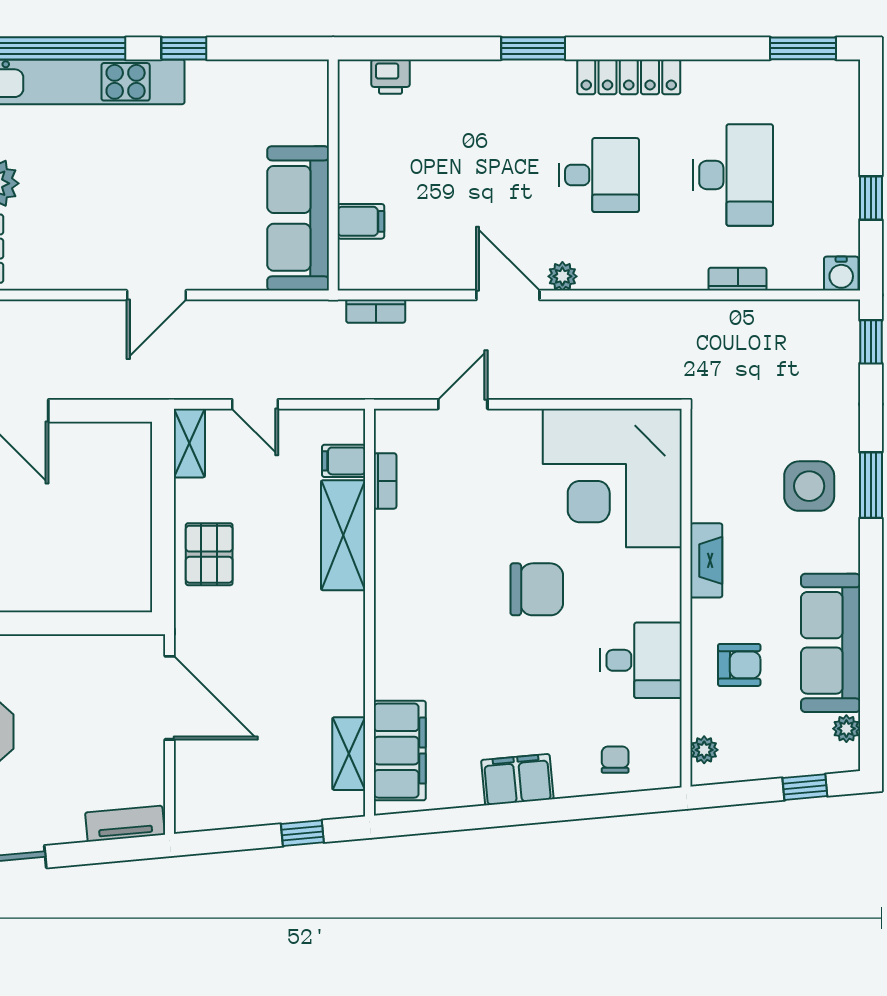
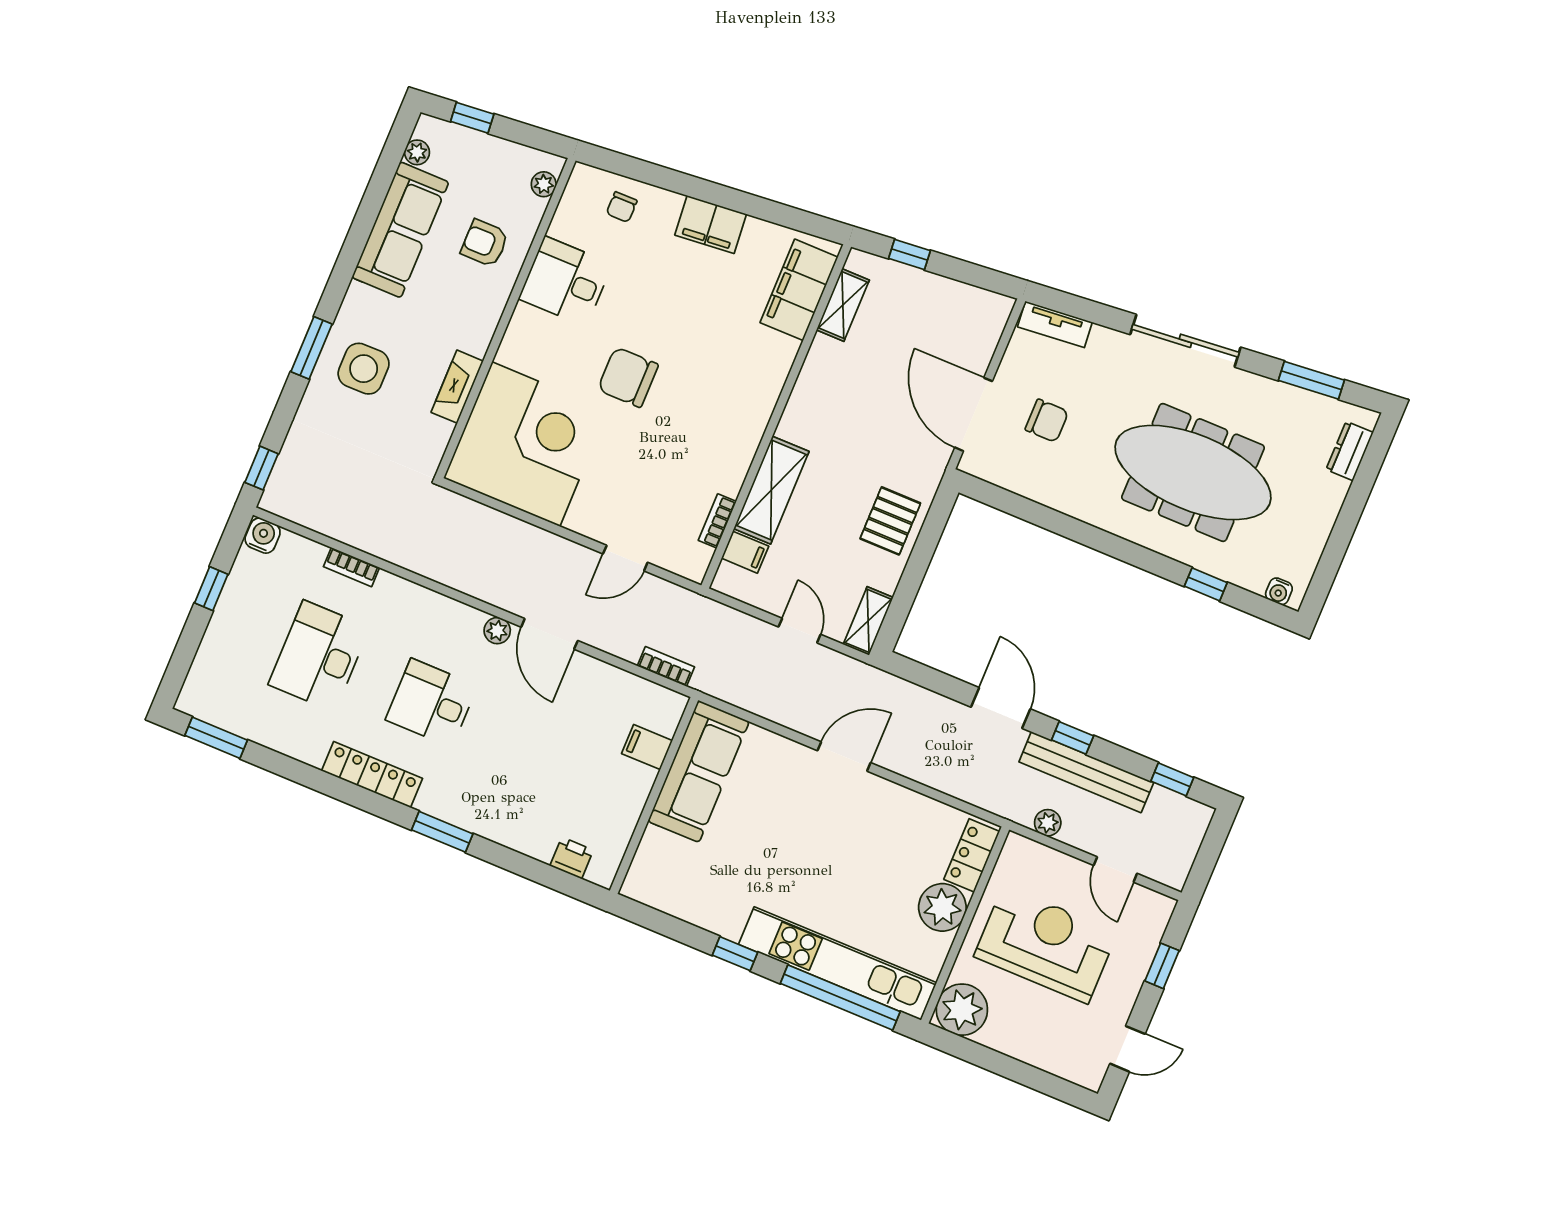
fireplace: (706, 560) -> (457, 387), moved
chair: (93, 722) -> (1047, 421), added

